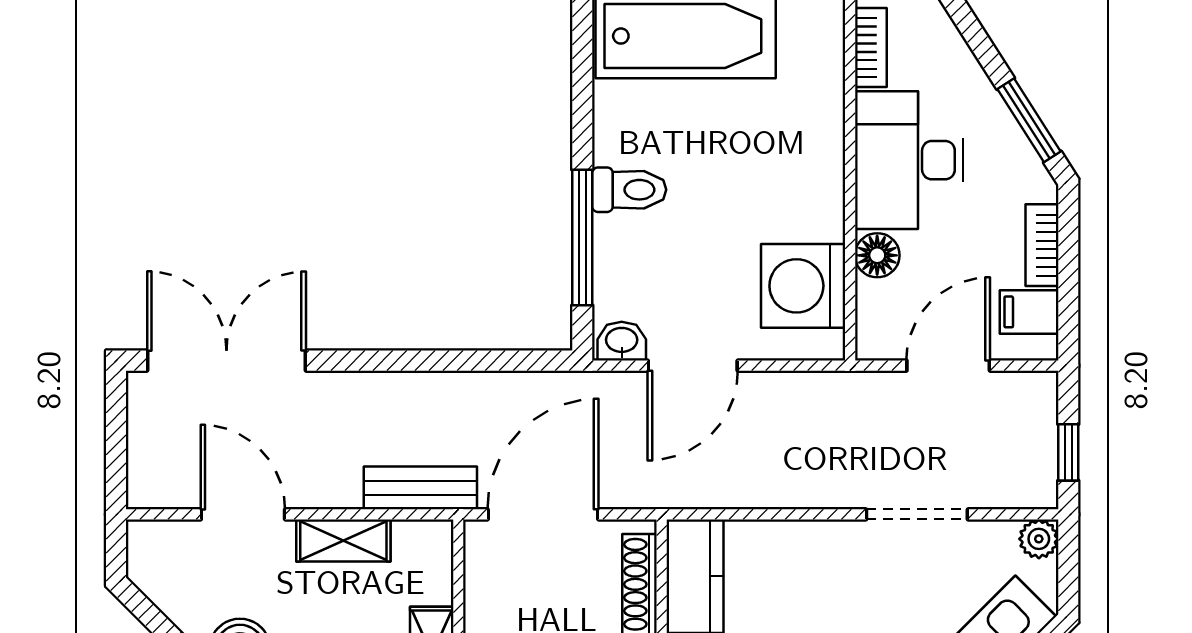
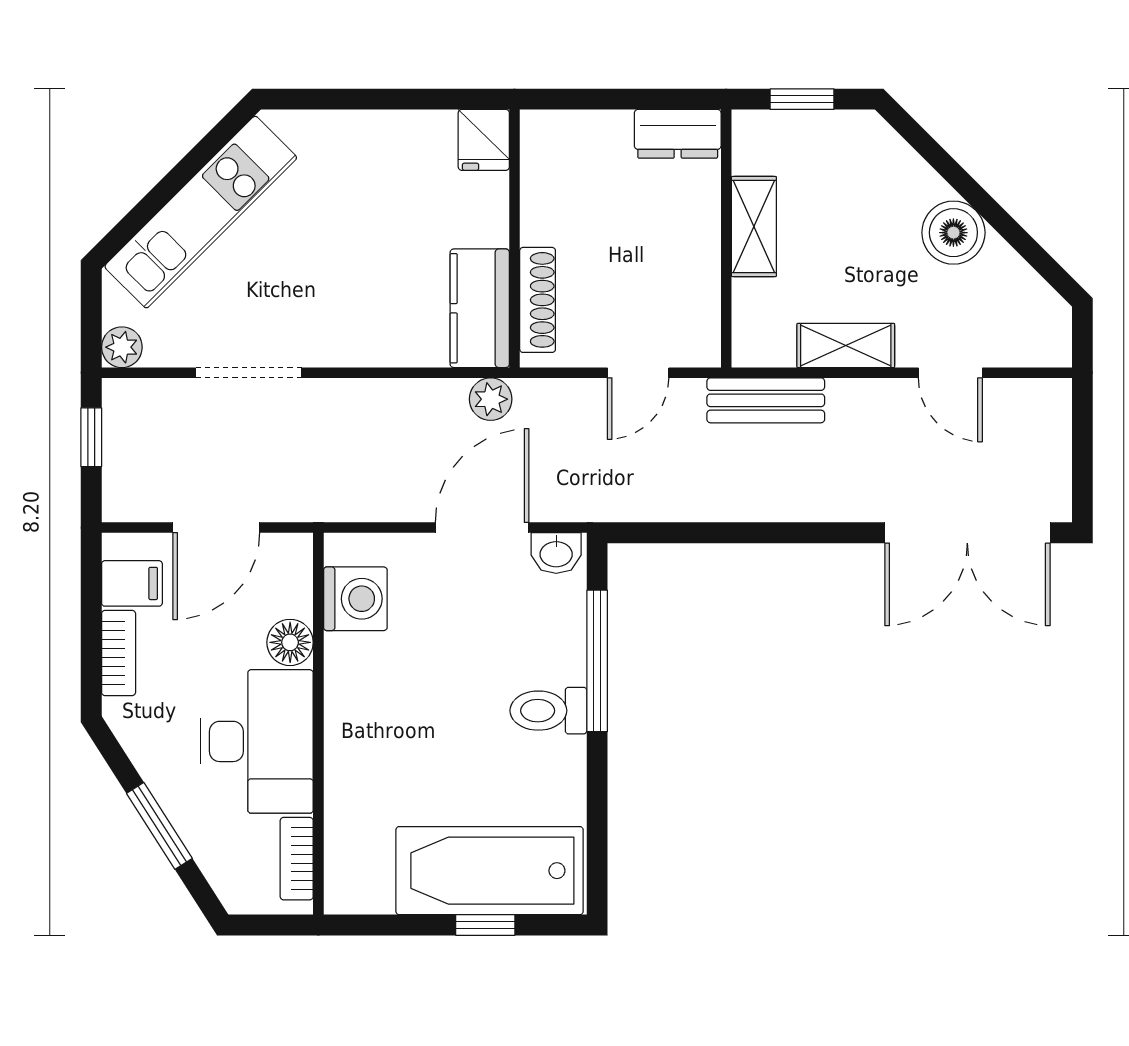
window: (1029, 120) -> (159, 826), moved
washing machine: (803, 286) -> (355, 599), width x0.73, depth x0.73
plant: (685, 489) -> (491, 399), added
door: (243, 514) -> (950, 373), width x0.73
door: (543, 514) -> (638, 373), width x0.53

